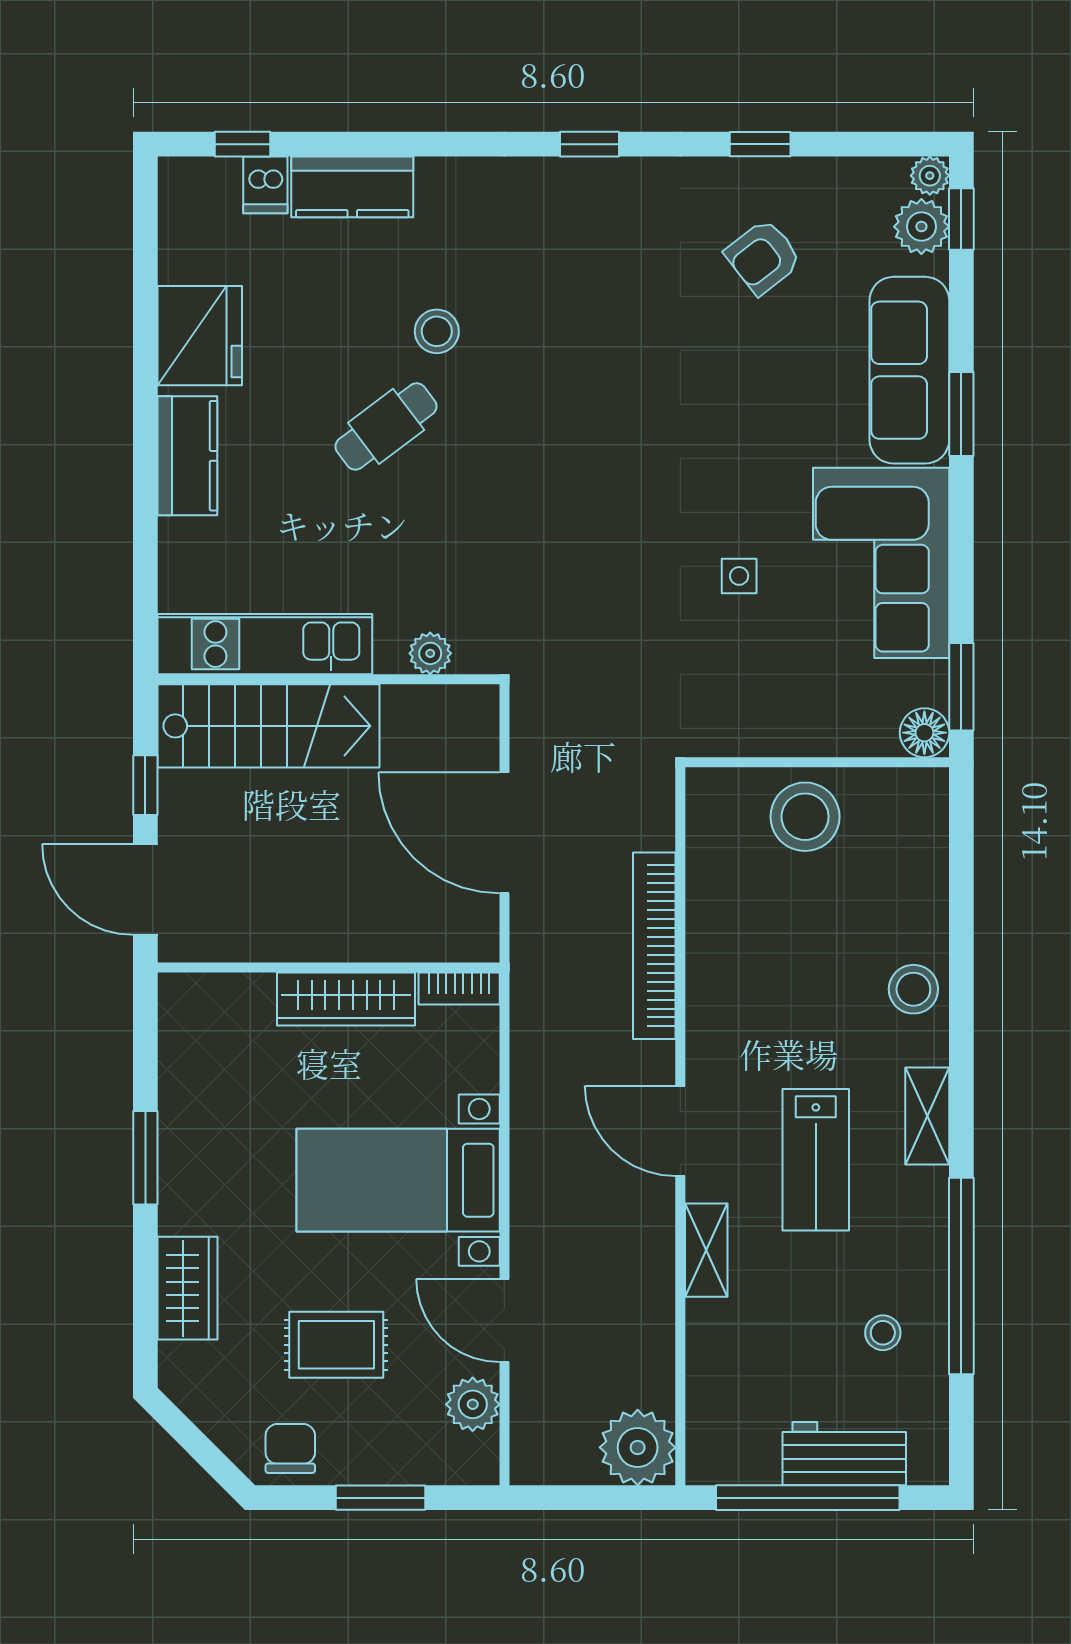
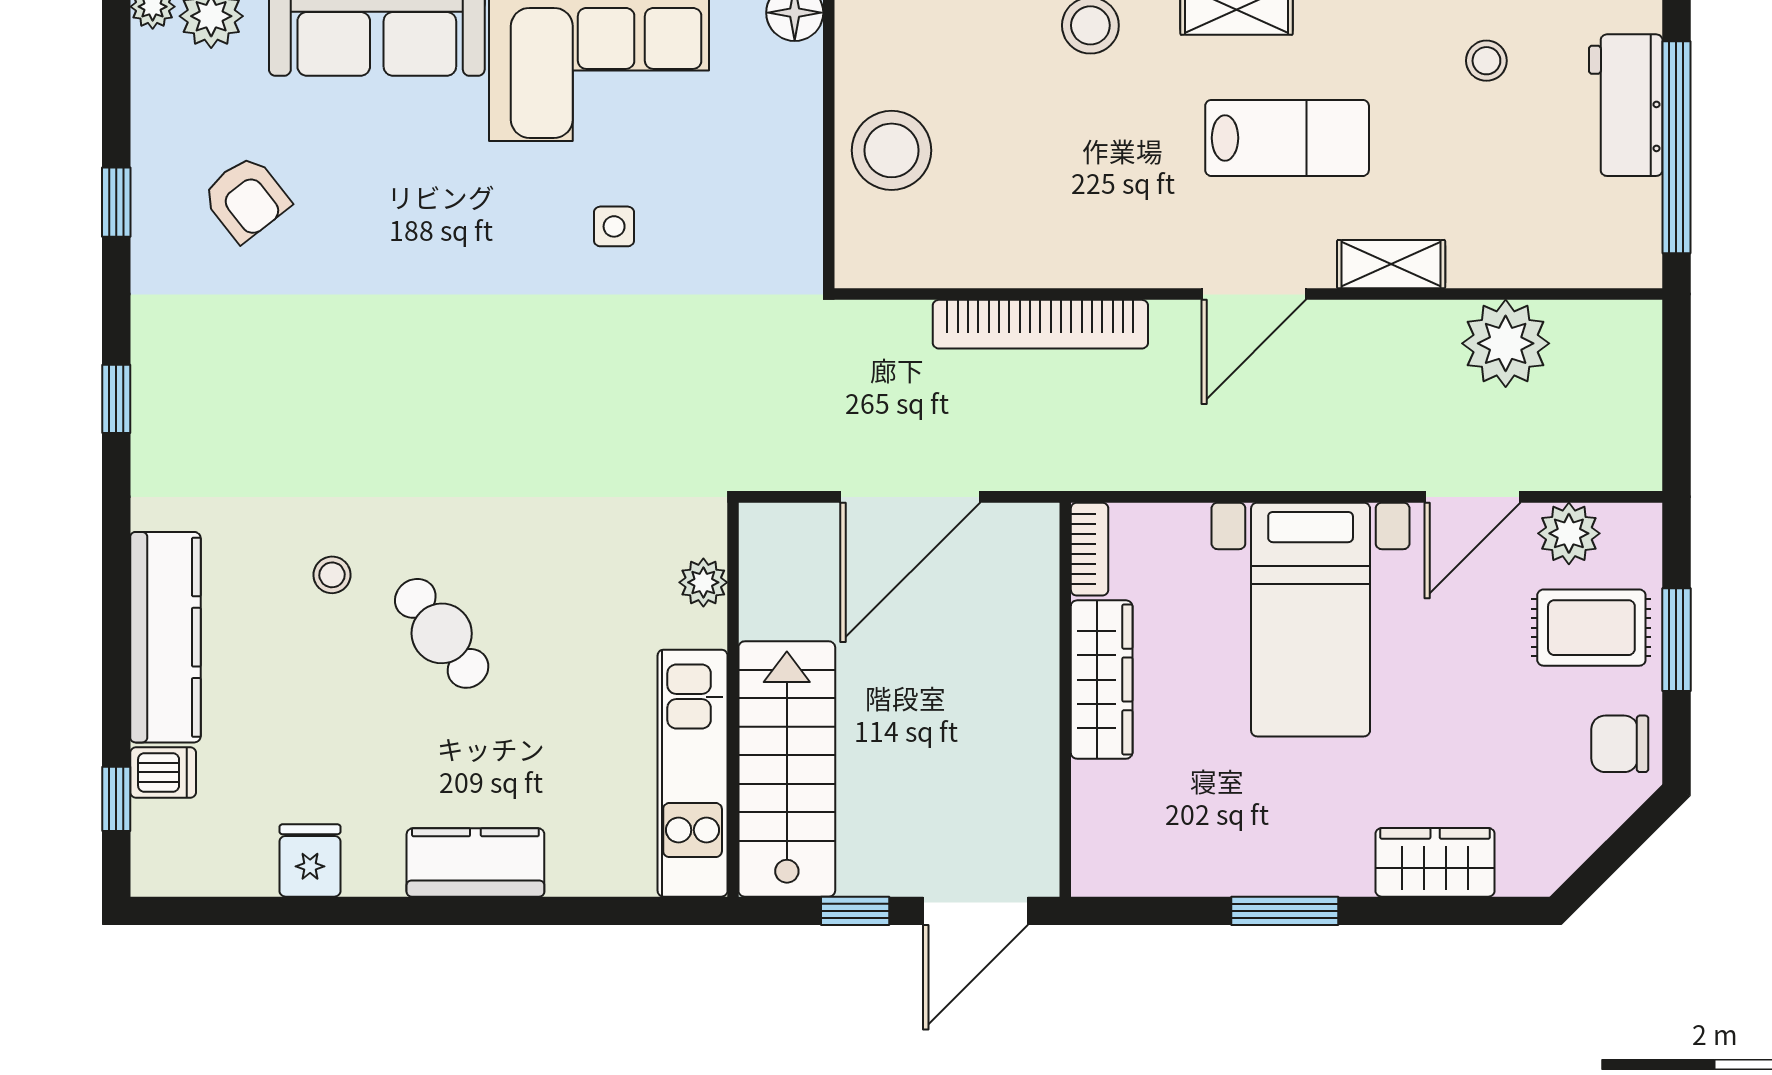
kitchen counter: (352, 187) -> (165, 637), width x1.50
stool: (437, 331) -> (332, 575), width x0.73, depth x0.73
fridge: (200, 336) -> (310, 860), width x0.53, depth x0.75
rug: (336, 1345) -> (1591, 628), moved, turned 90
plant: (638, 1447) -> (1506, 343), moved

